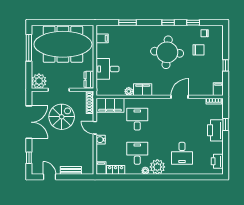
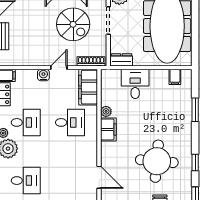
desk: (182, 153) -> (26, 181), turned 180

